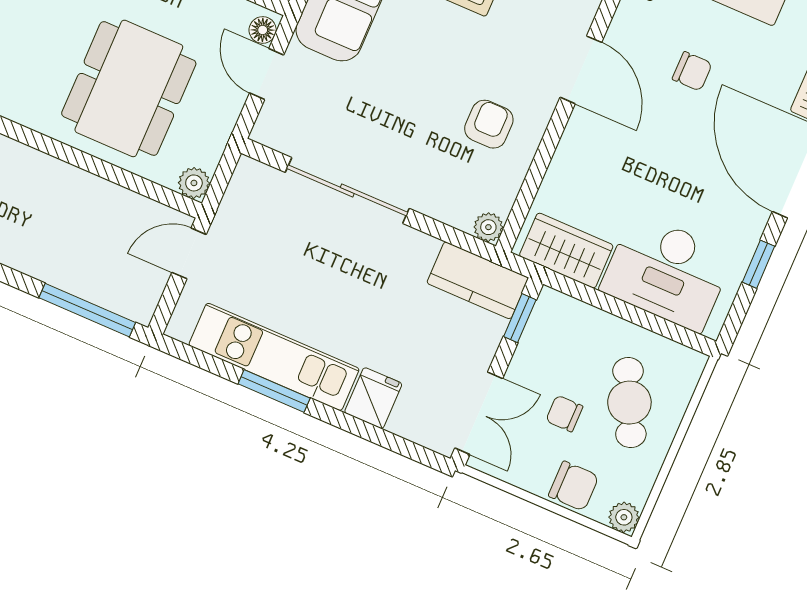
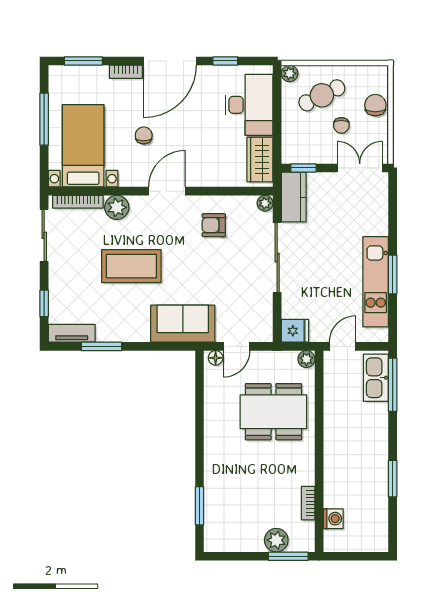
sliding door: (347, 190) -> (277, 258), moved
door: (189, 253) -> (343, 346), swing flipped
kitchen sink: (111, 287) -> (376, 378), added
fridge: (373, 398) -> (295, 331), moved, turned 180
plant: (624, 517) -> (290, 73), moved

